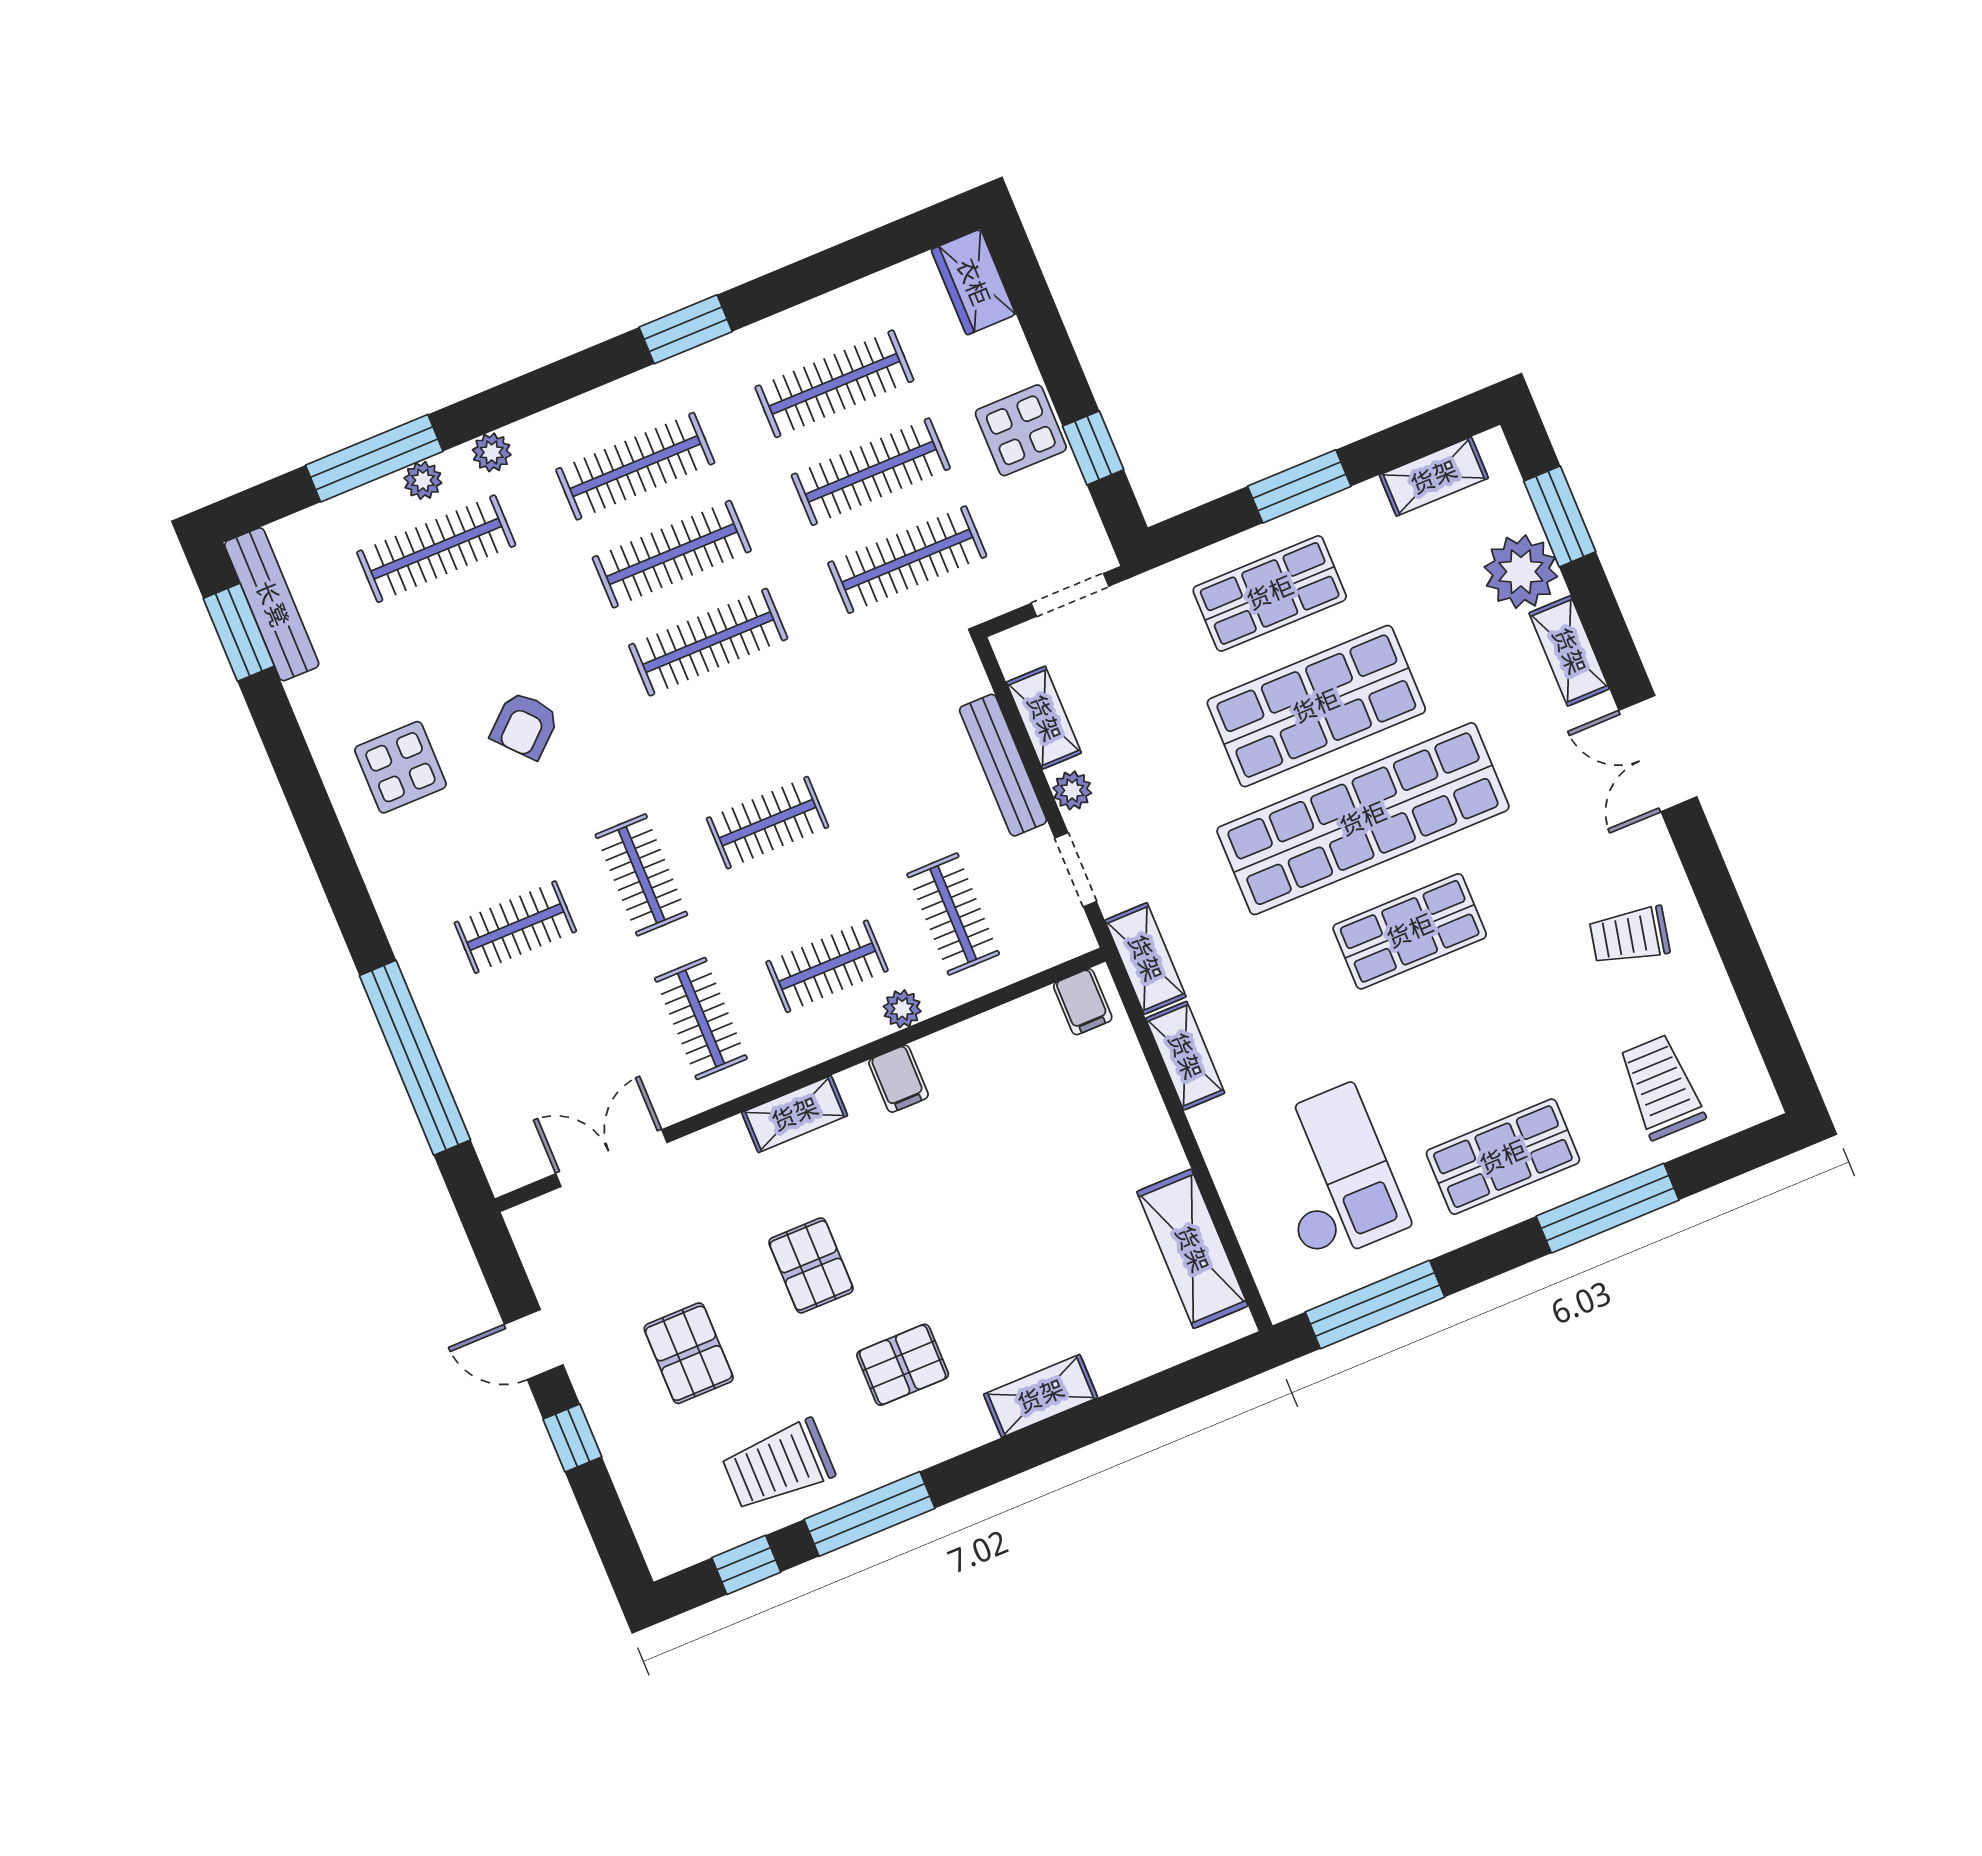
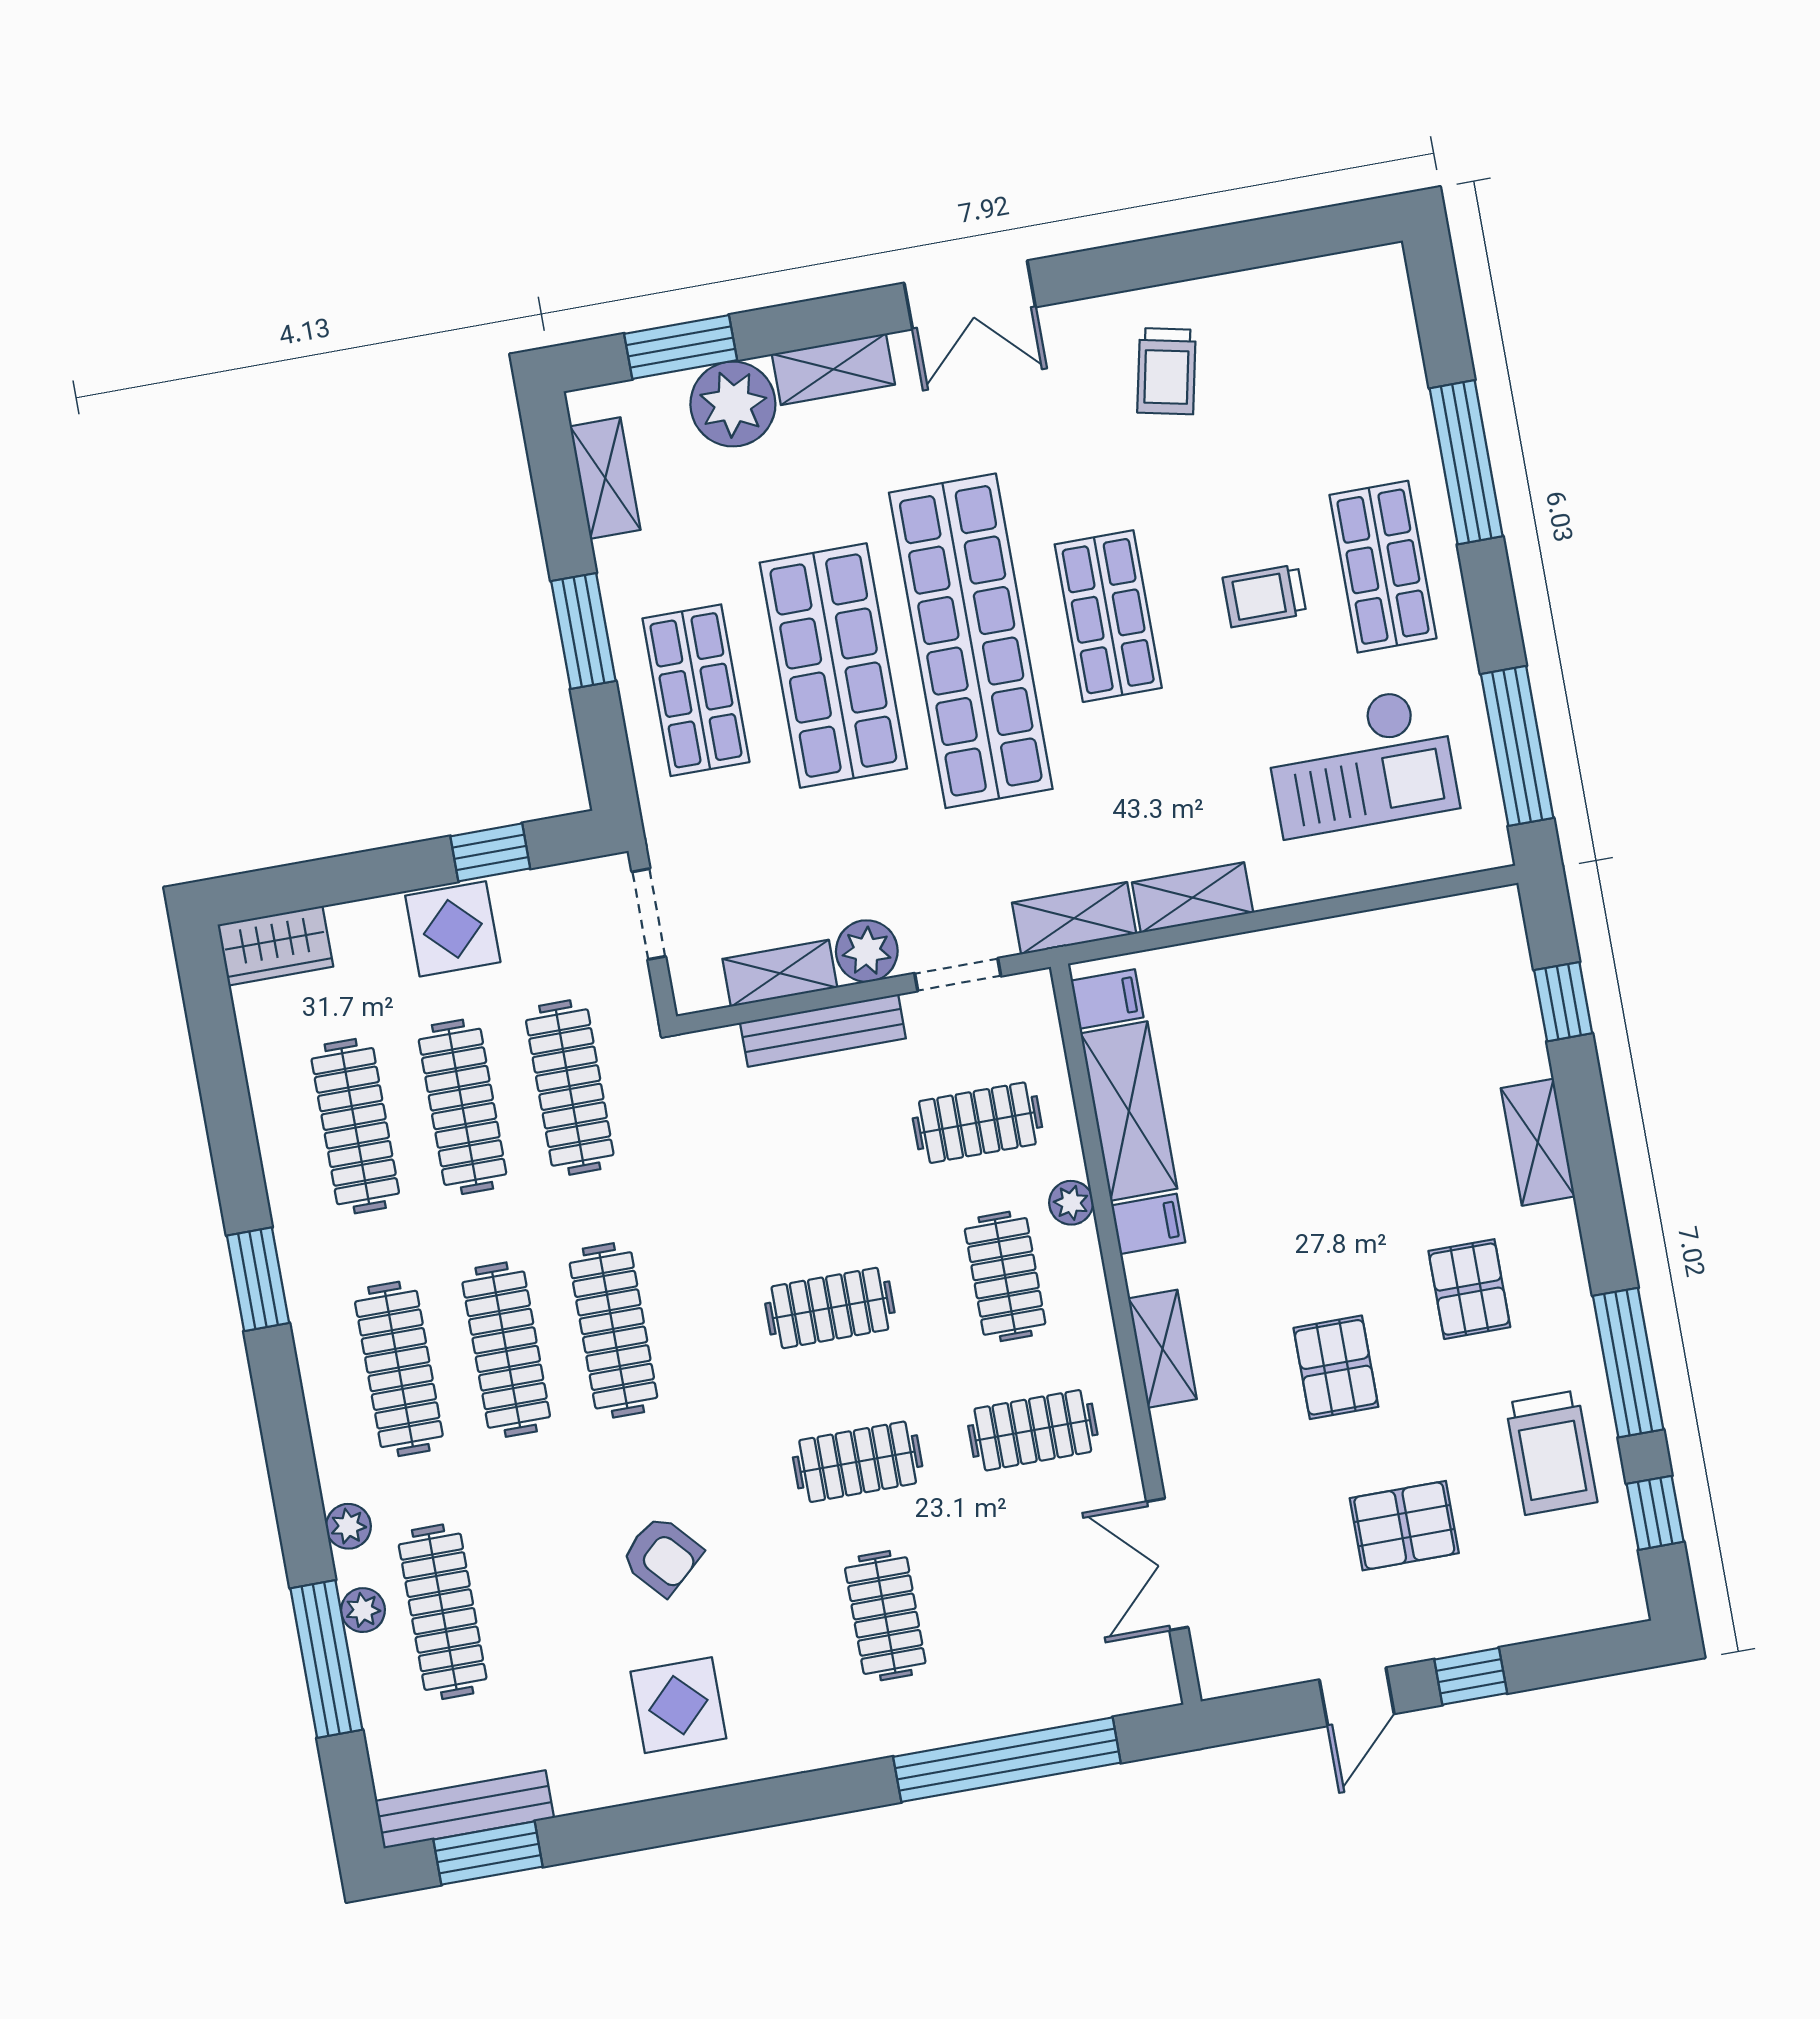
plant: (1072, 790) -> (867, 951), width x1.38, depth x1.38
clothes rail: (768, 823) -> (830, 1308), turned 90
trolley: (1661, 1087) -> (1264, 596), moved, width x0.73, depth x0.72
checkout: (1332, 1174) -> (1361, 762), turned 180
shelving: (1192, 1249) -> (1129, 1111), moved, turned 90
pallet: (811, 1265) -> (1336, 1367), turned 90
window: (1165, 1391) -> (1563, 1002), added

